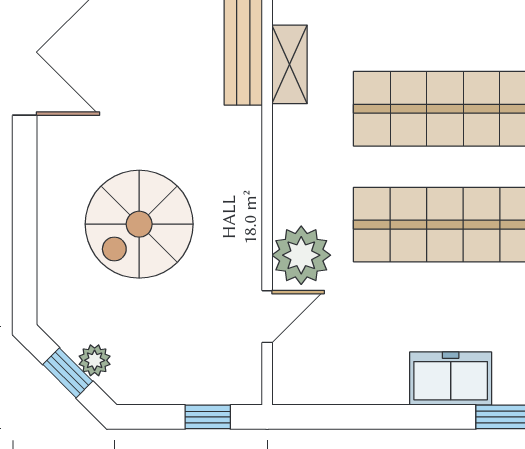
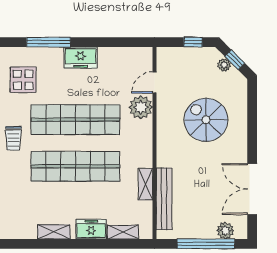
spiral stairs: (139, 224) -> (206, 120), turned -90
window: (208, 417) -> (193, 42), moved

